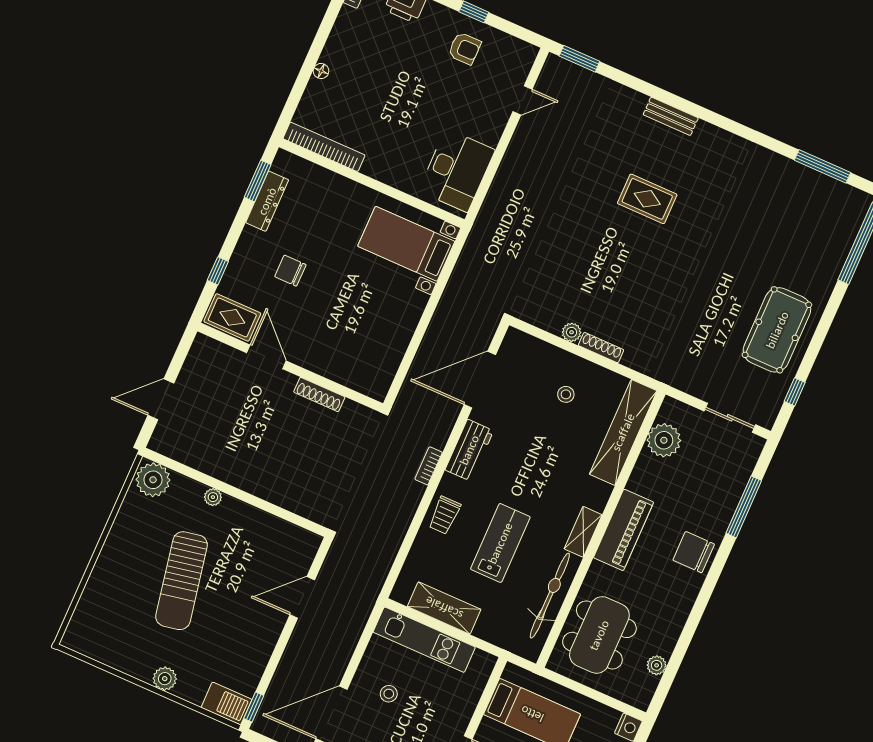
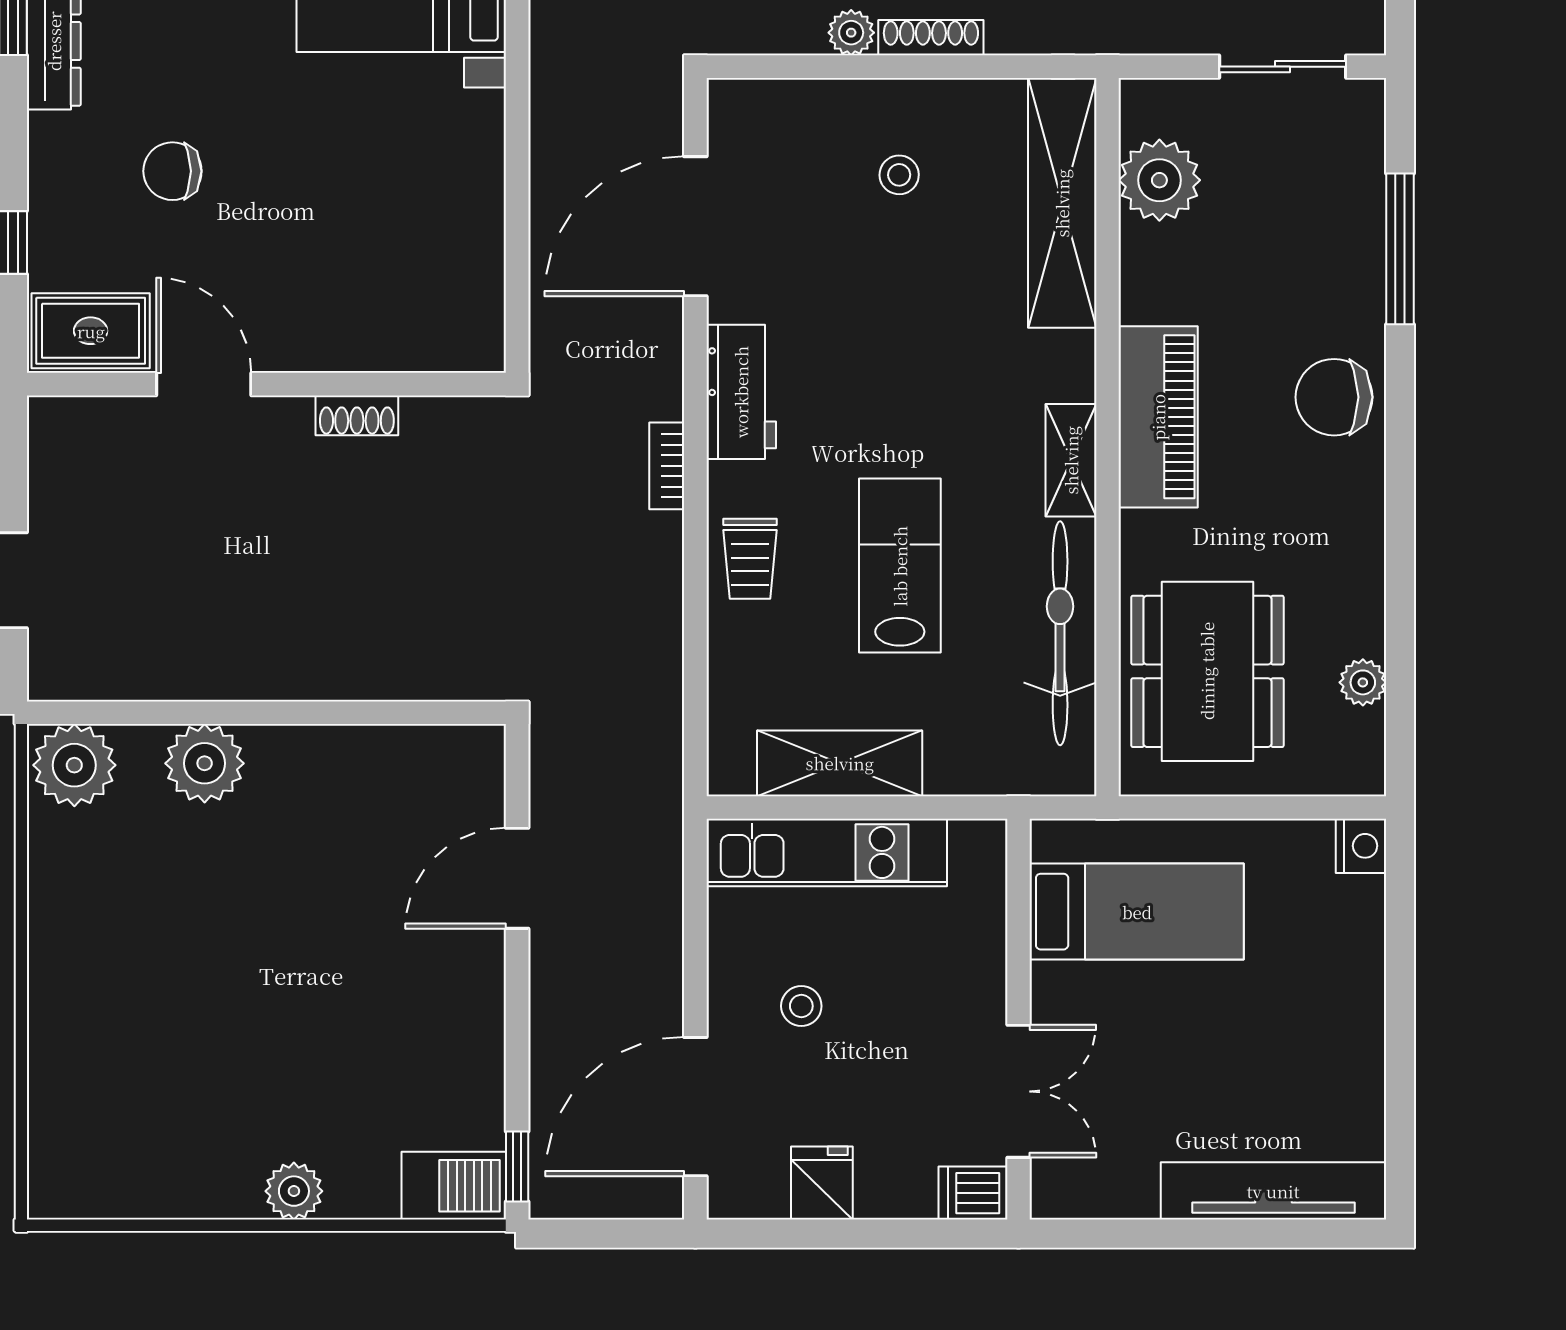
shoe rack: (319, 394) -> (357, 415), width x0.70
plant: (213, 497) -> (205, 763), width x1.88, depth x1.88
sun lounger: (182, 581) -> (235, 959), removed

